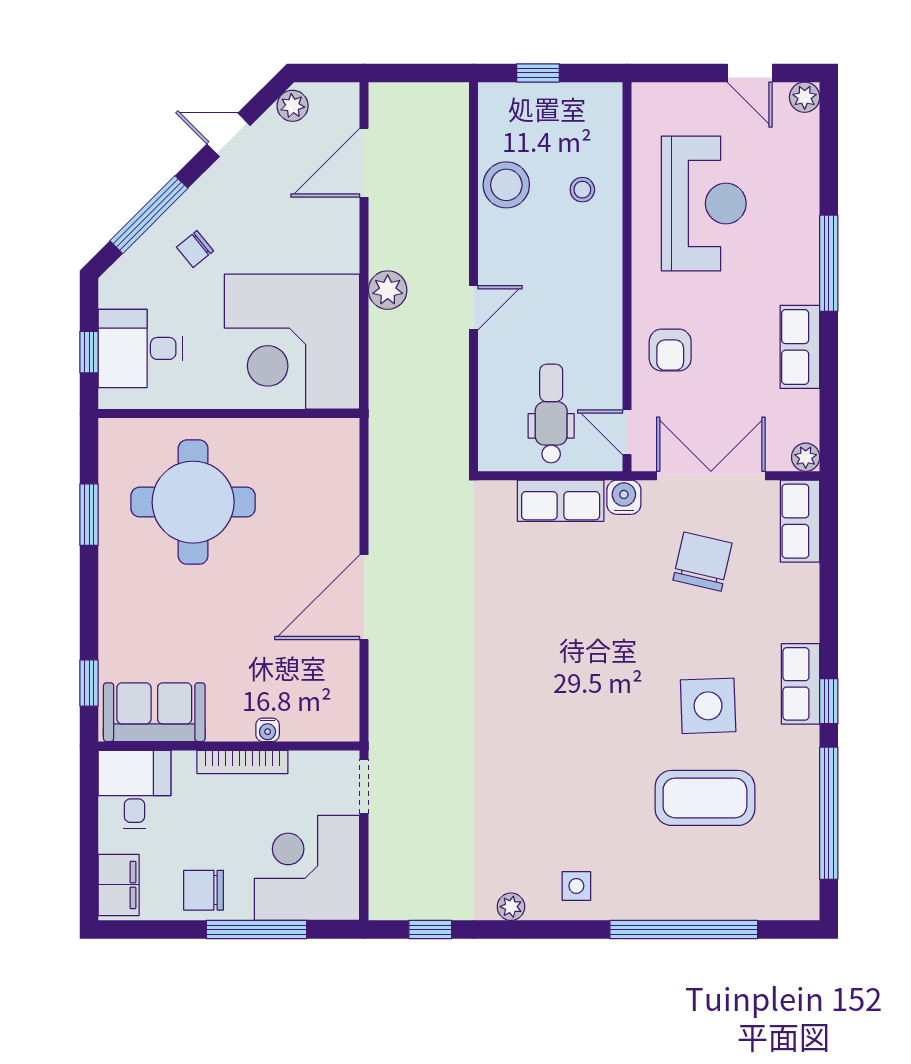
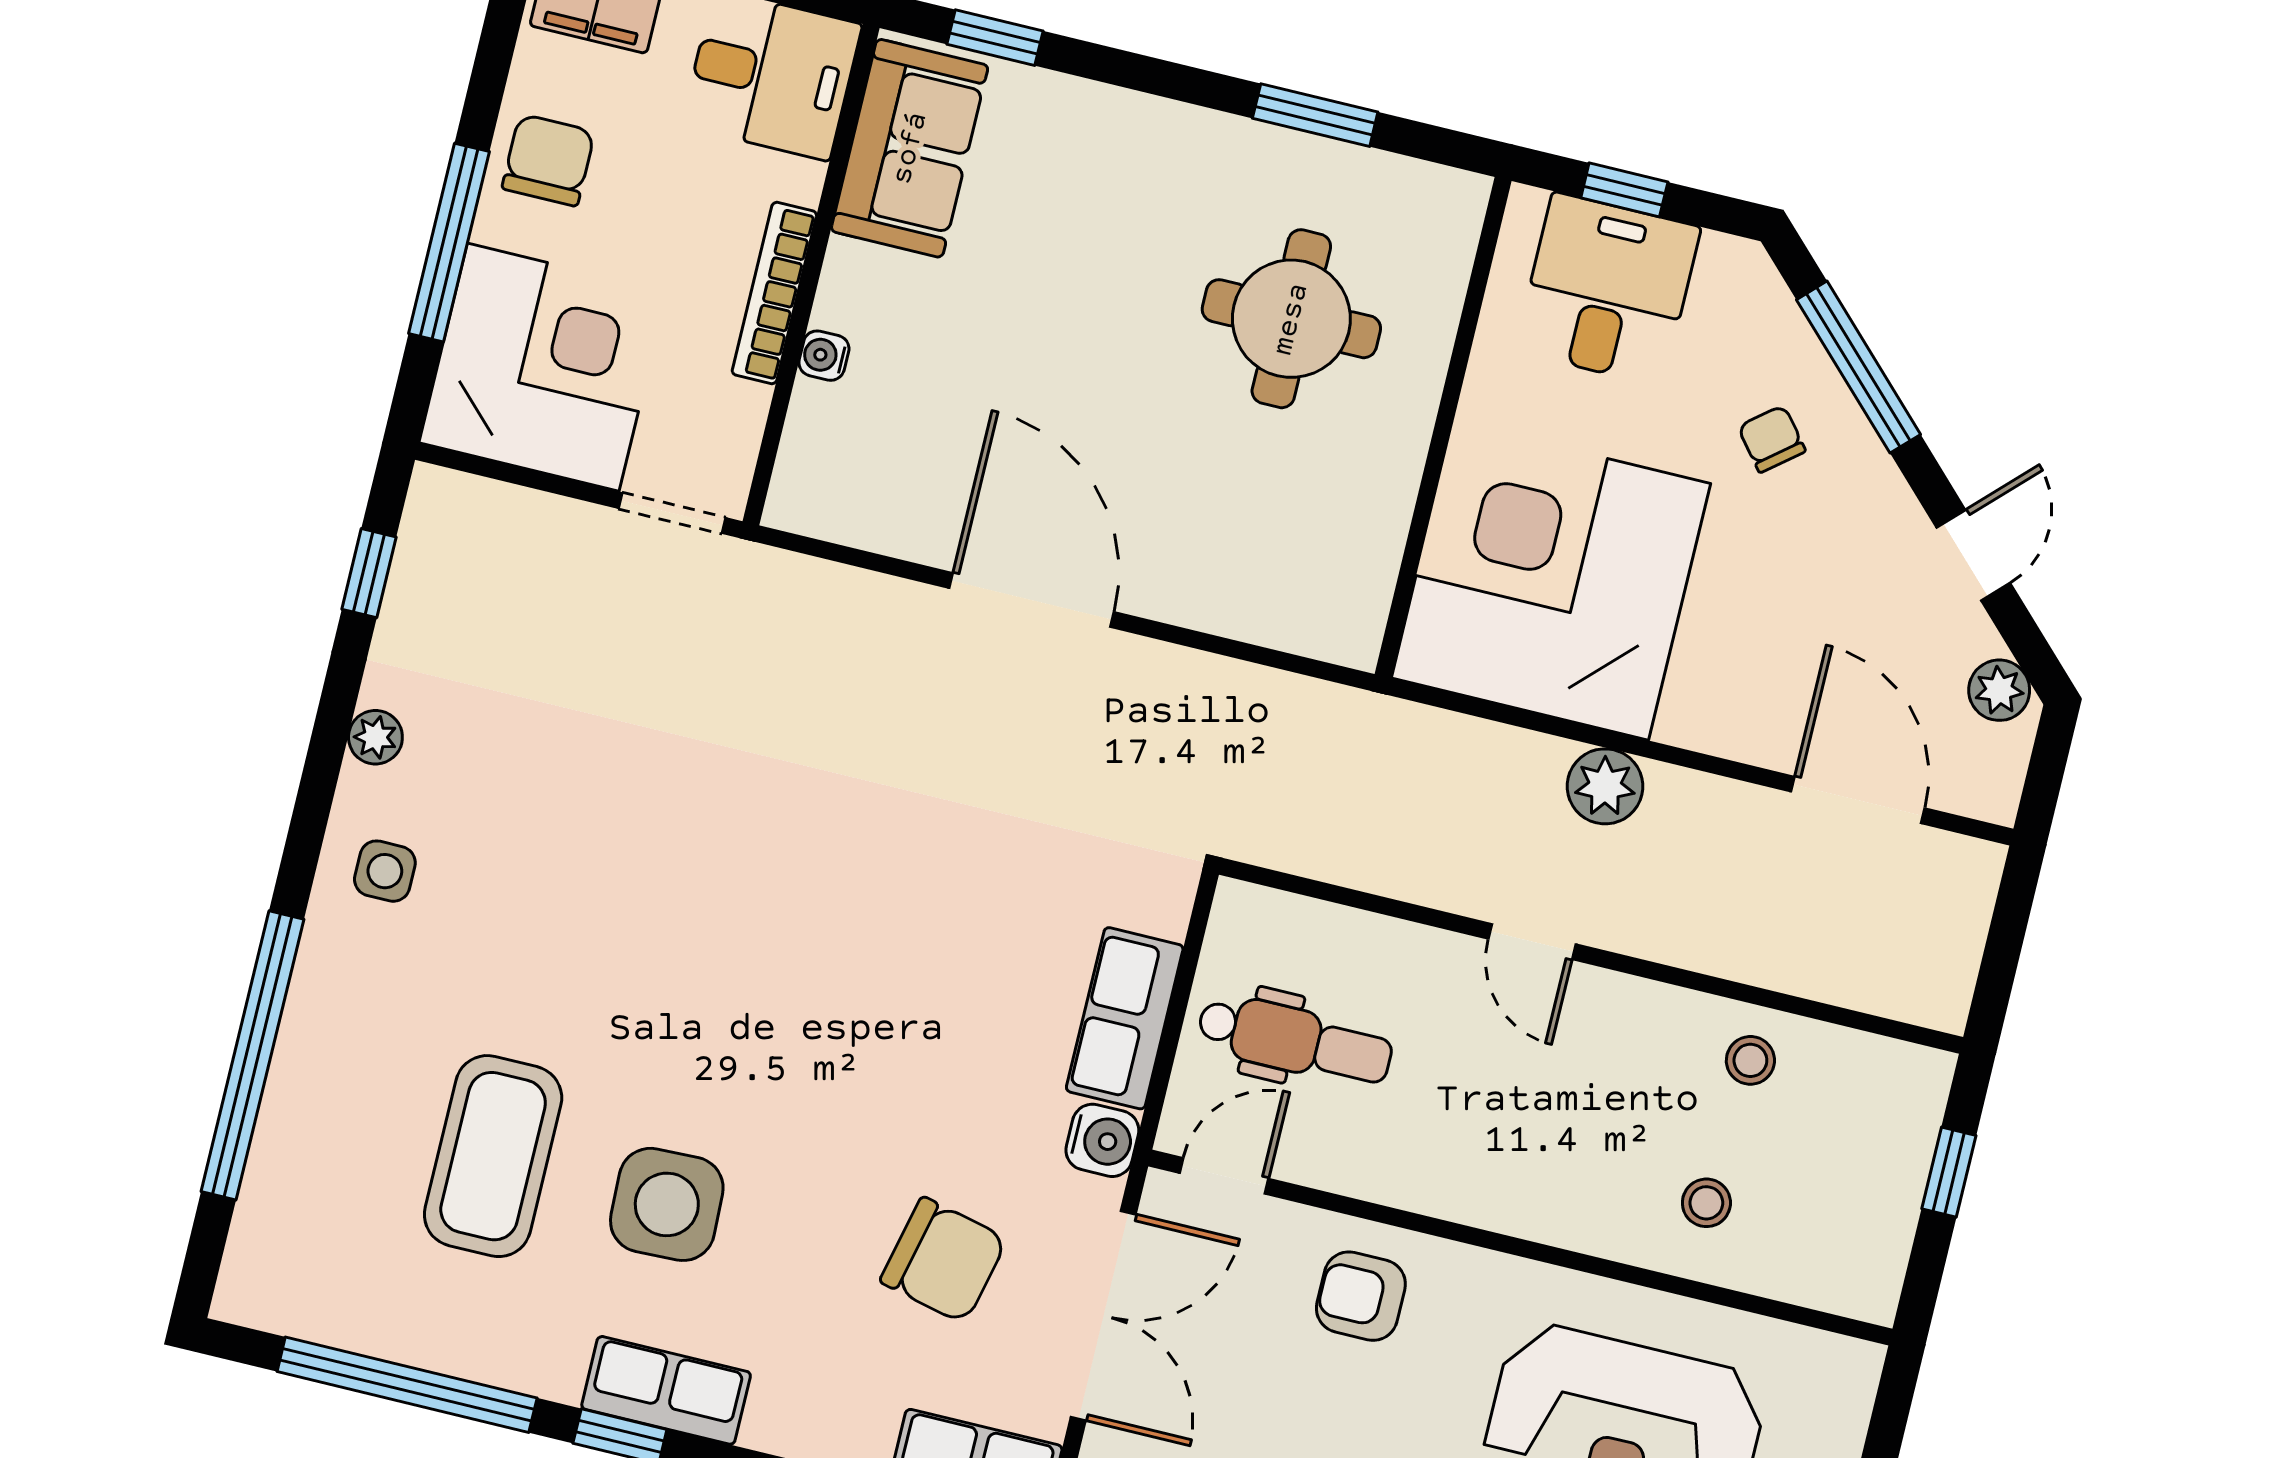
stool: (506, 185) -> (1750, 1060), width x0.53, depth x0.53
round table: (193, 502) -> (1291, 319), width x0.73, depth x0.73

